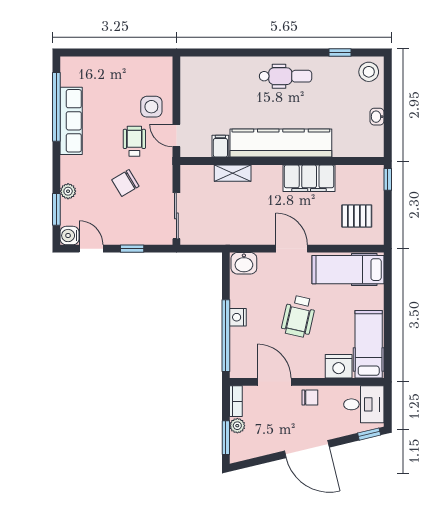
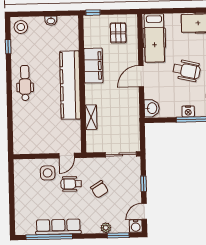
filing cabinet: (220, 146) -> (73, 126), removed

